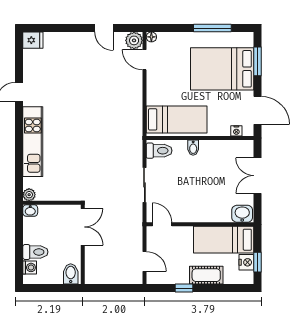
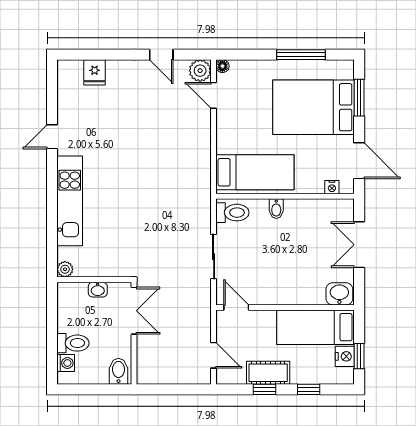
fridge: (33, 40) -> (95, 72), moved, turned 90
washbasin: (30, 211) -> (98, 290), moved
cot: (206, 275) -> (268, 373), moved
window: (218, 288) -> (309, 389), added

